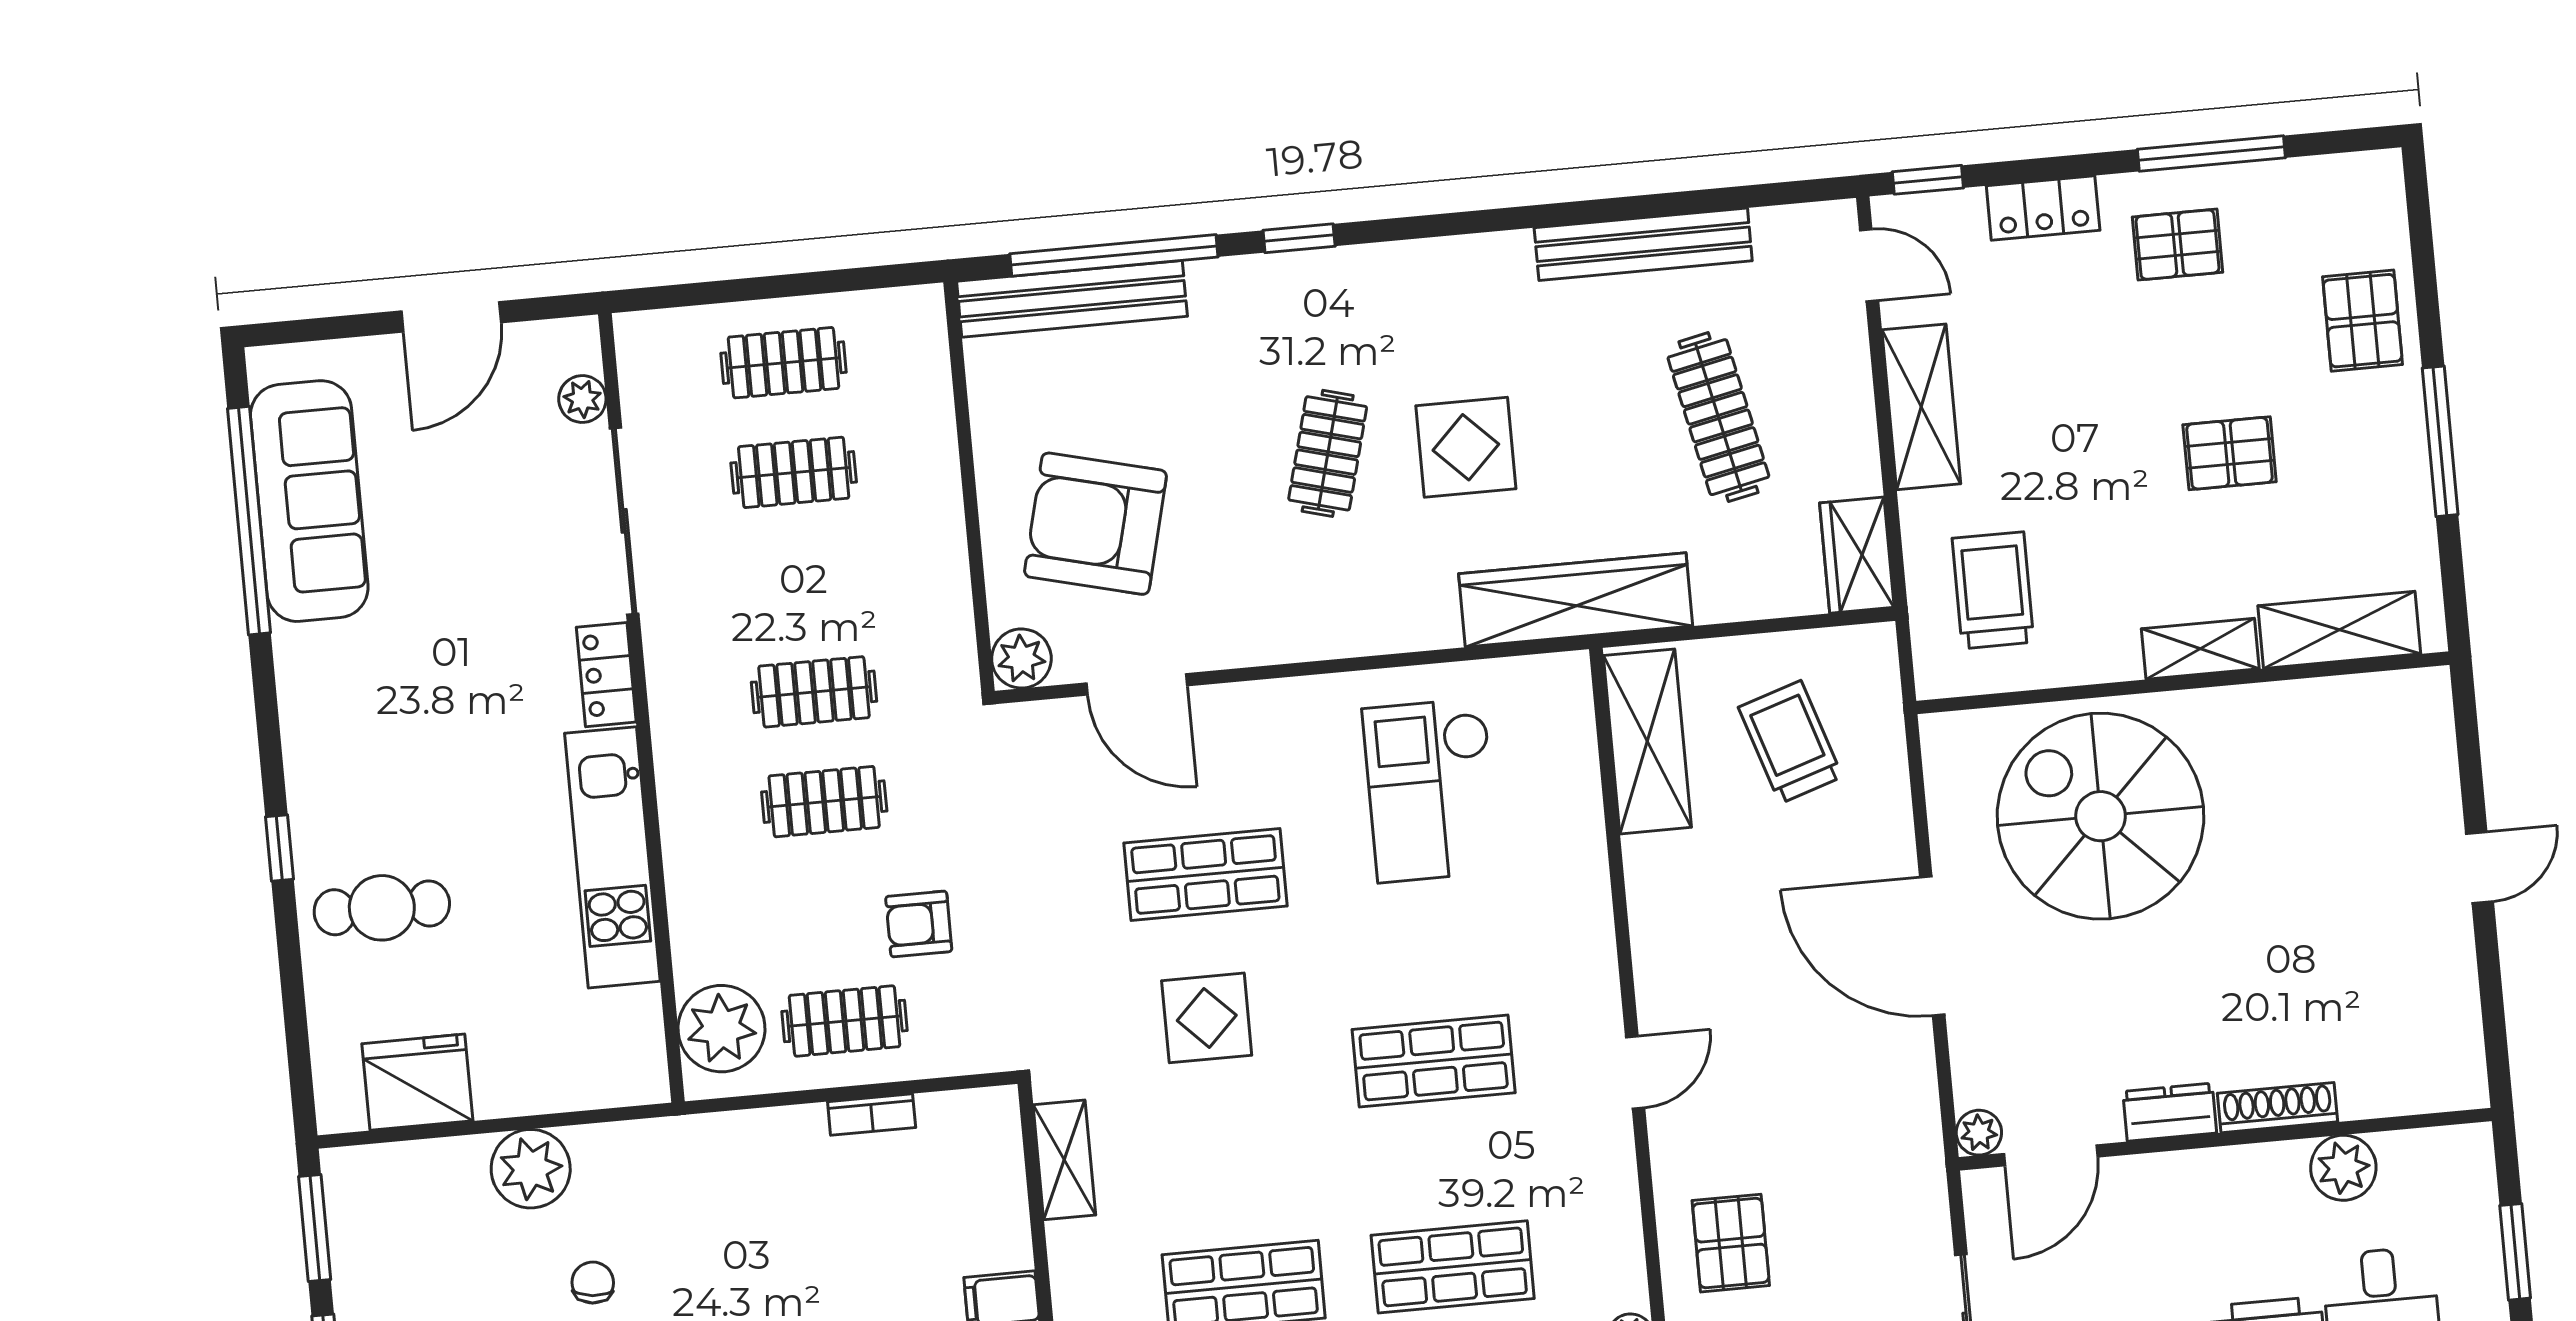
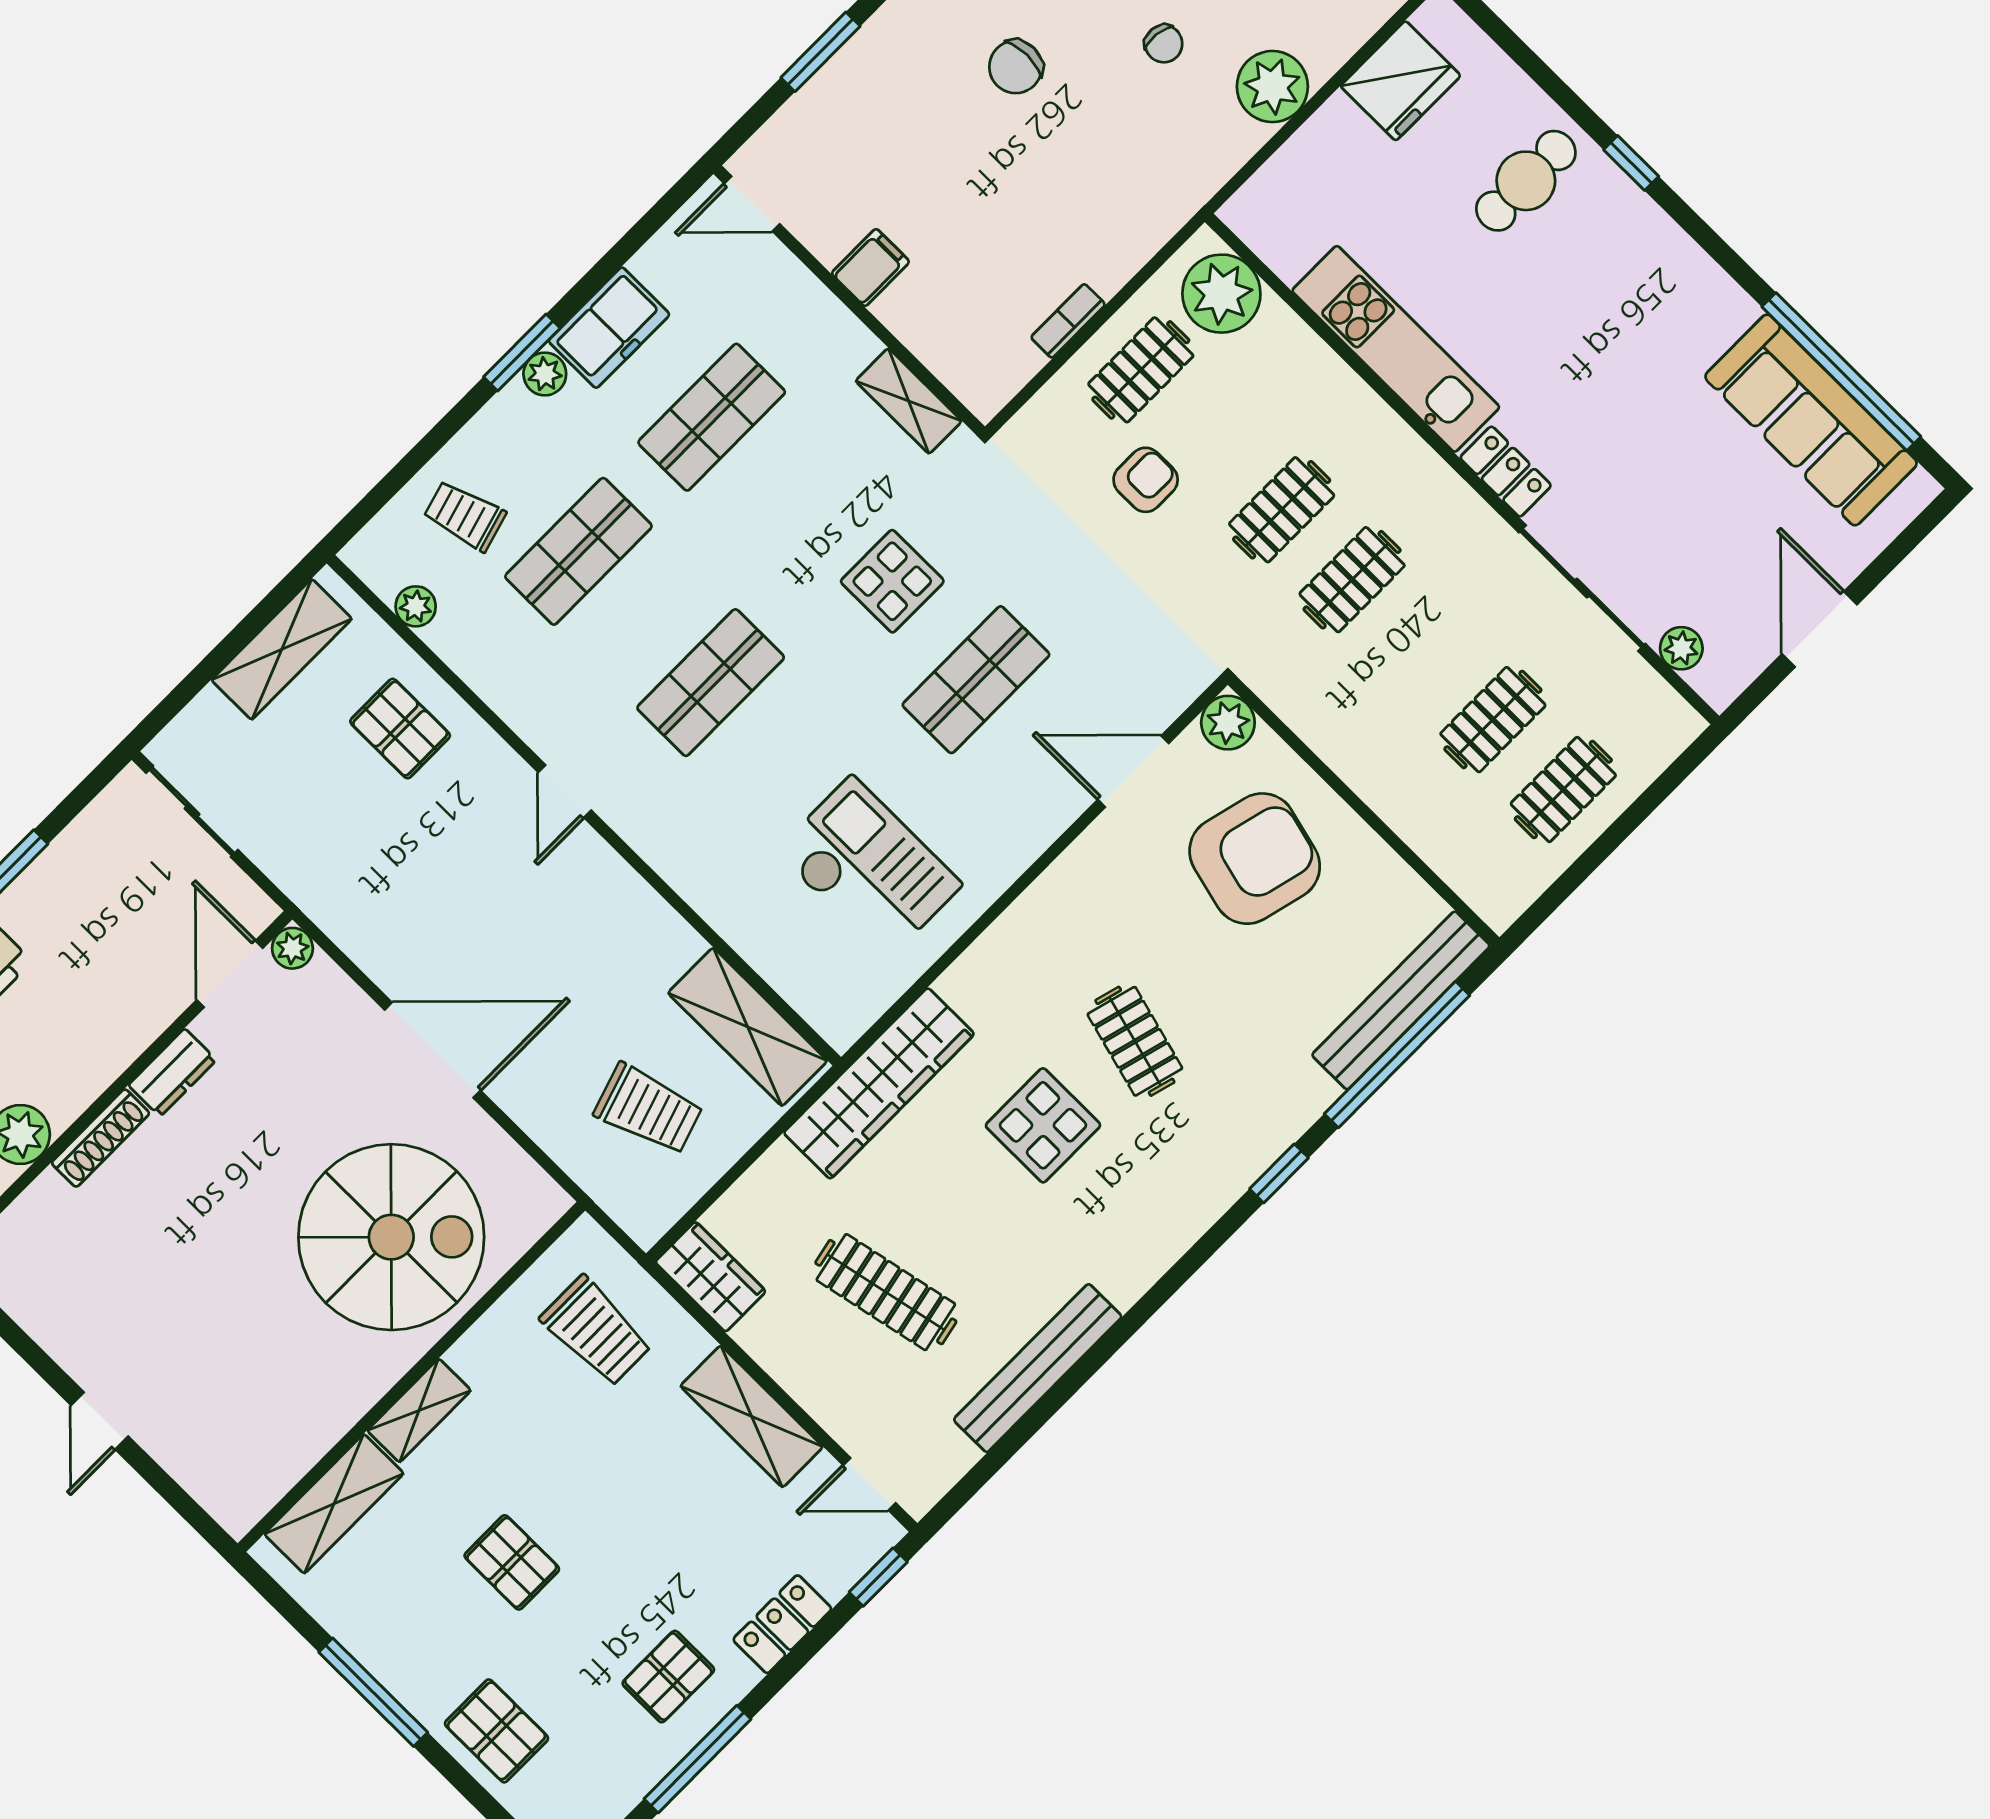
pallet: (2230, 453) -> (512, 1562), turned 90

